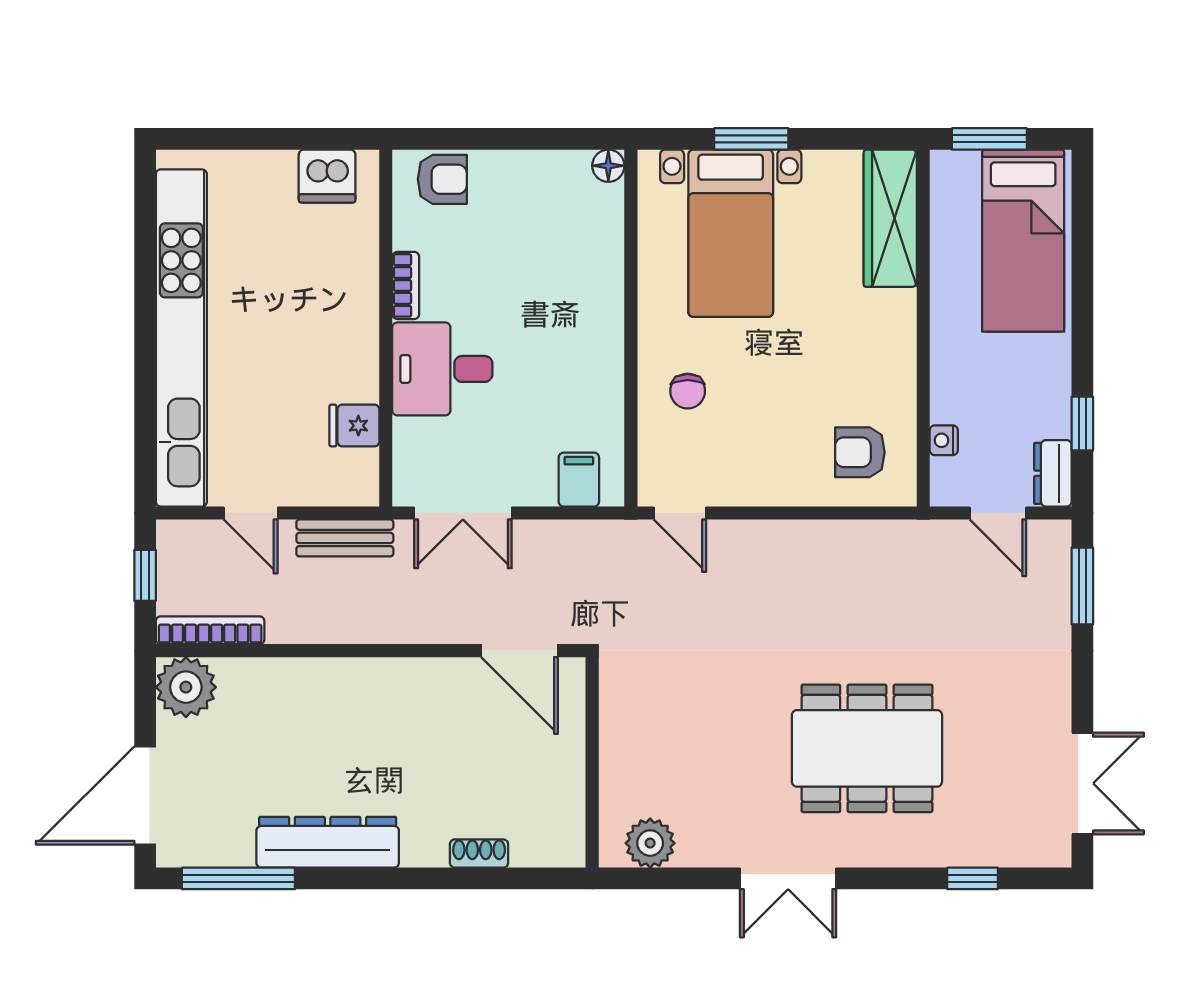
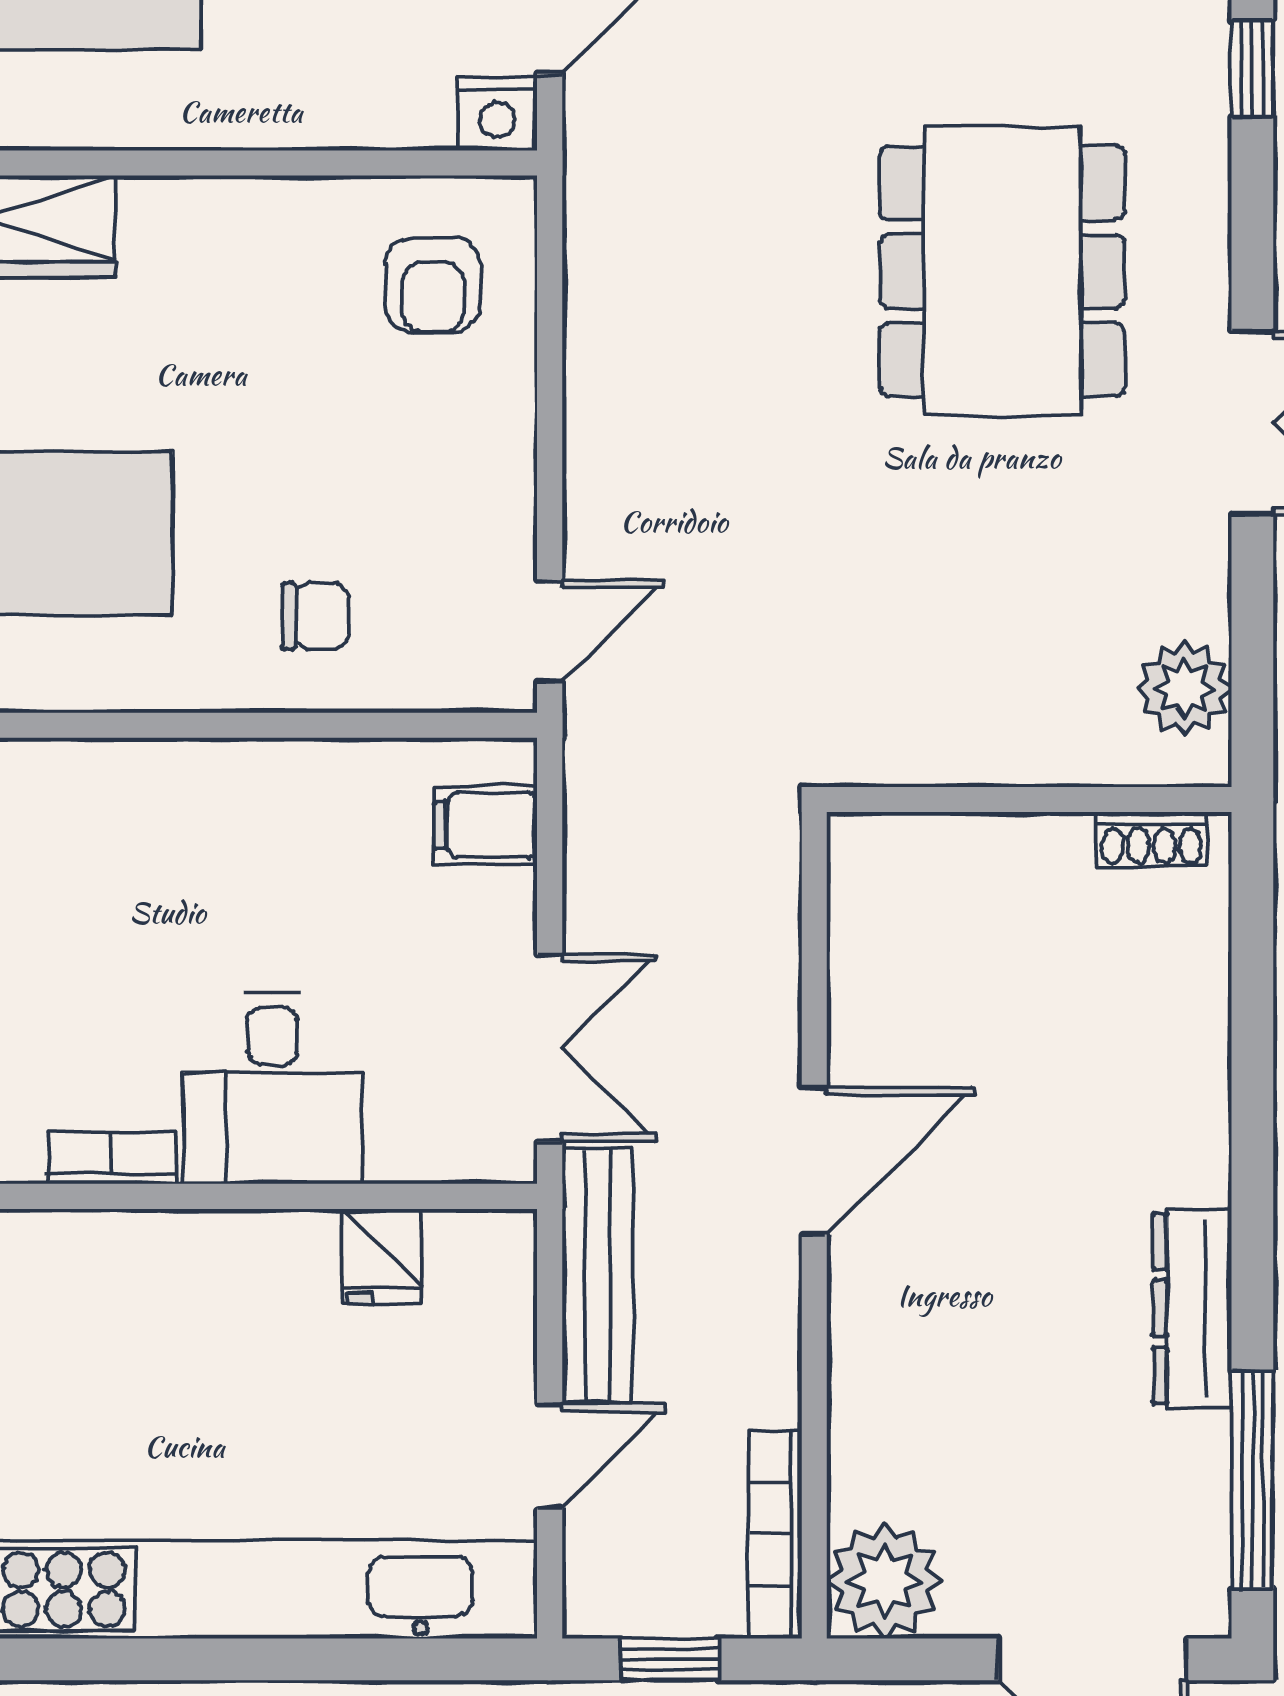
nightstand: (944, 440) -> (497, 114), moved, width x1.39, depth x1.35
bench: (345, 538) -> (598, 1275), width x1.36
door: (519, 651) -> (814, 1161), moved
dresser: (328, 842) -> (1192, 1308), width x0.73, depth x0.80
shoe rack: (479, 853) -> (1151, 839), moved, turned -90

